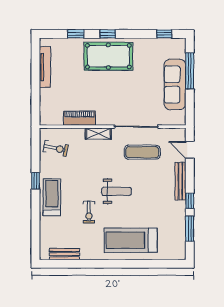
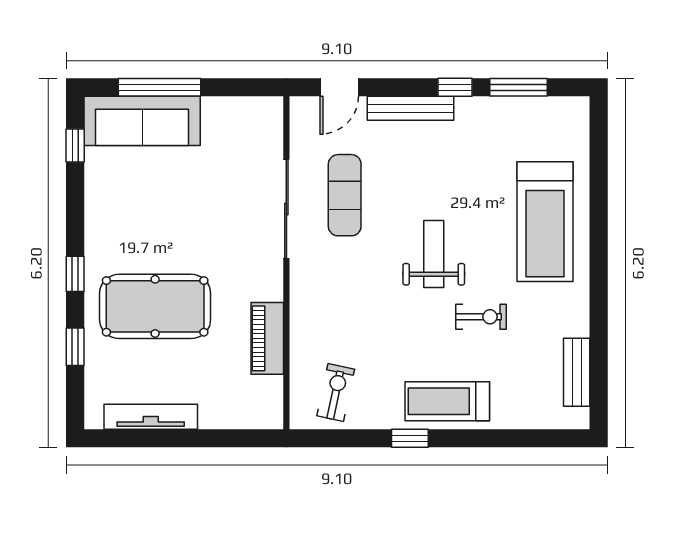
pool table: (108, 56) -> (155, 306), moved, turned 90
sofa: (175, 84) -> (142, 121), moved
shelving: (98, 134) -> (302, 295), removed

